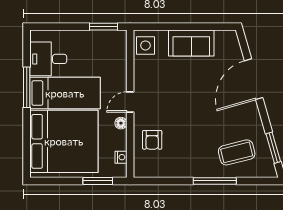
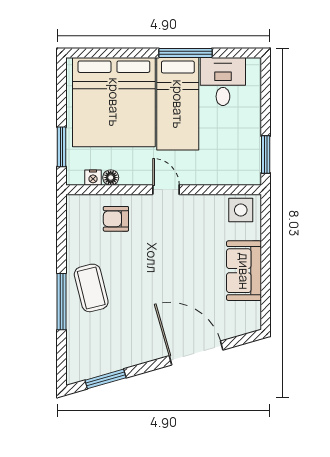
floor lamp: (121, 123) -> (111, 178), moved
coffee table: (237, 152) -> (91, 288), moved

